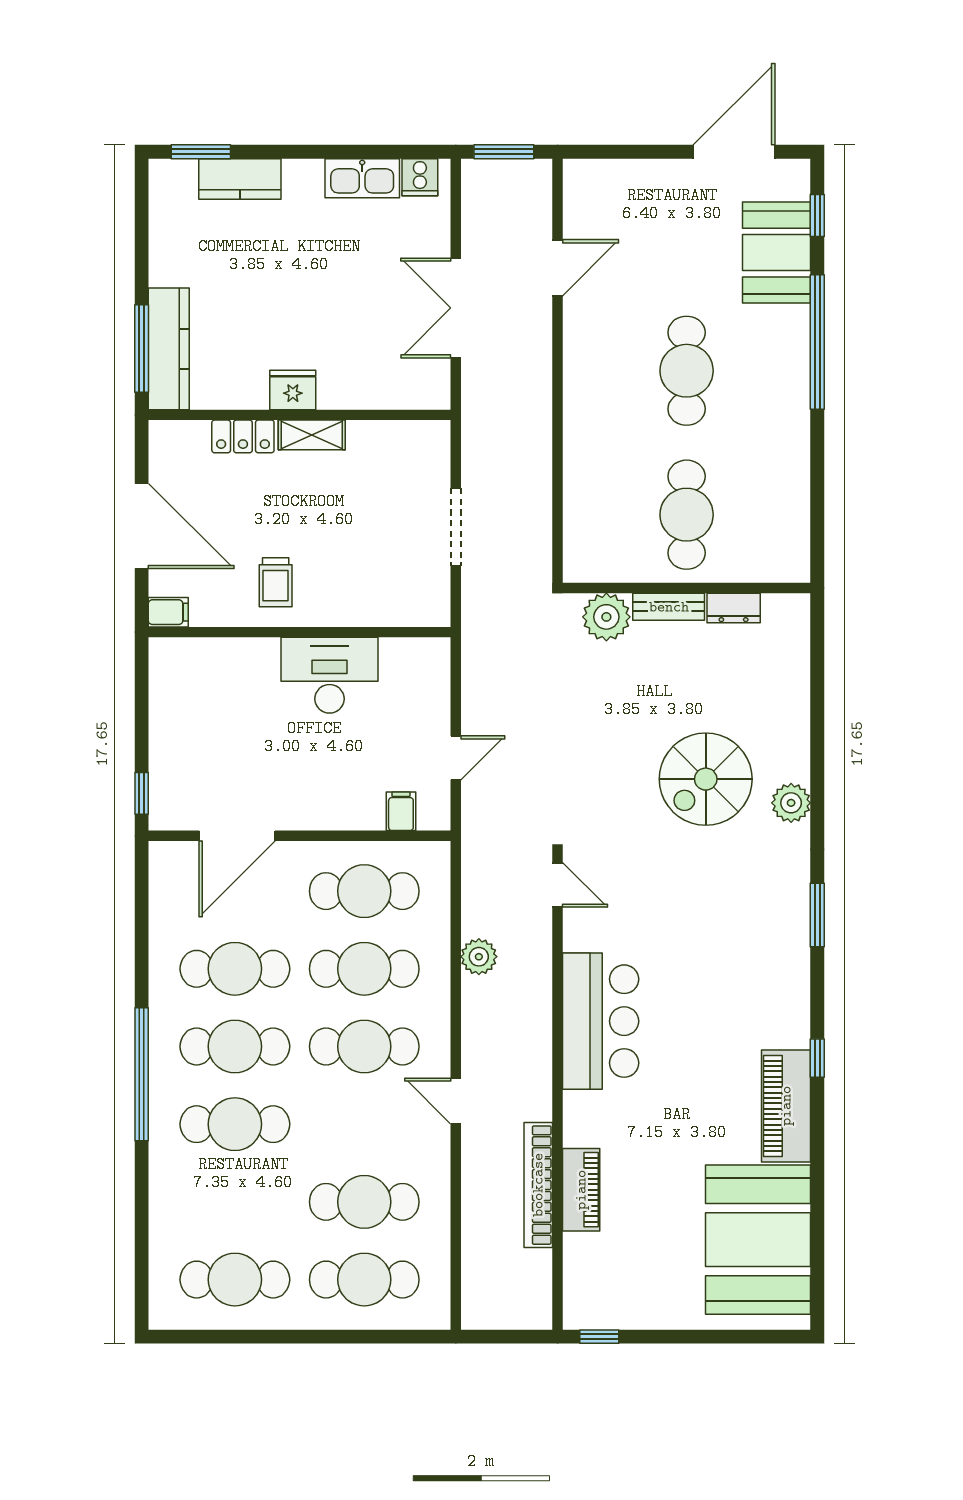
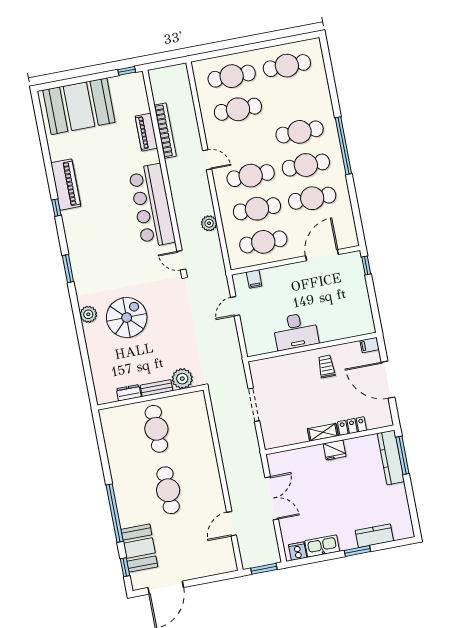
window: (201, 152) -> (357, 551), moved
bar counter: (601, 1021) -> (152, 206), width x1.36
booth: (758, 1240) -> (79, 106), moved, turned 90

